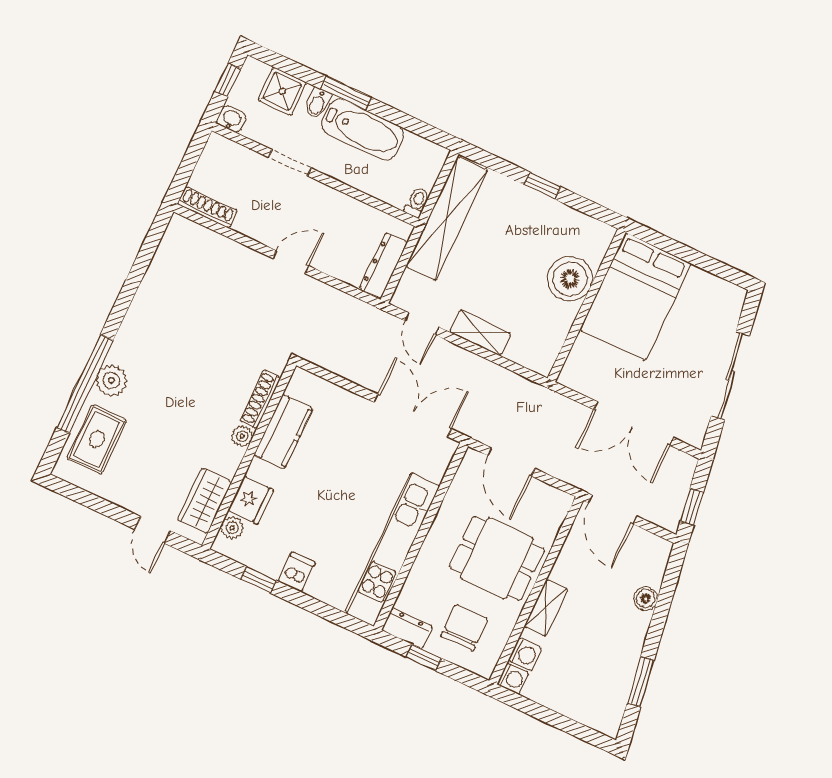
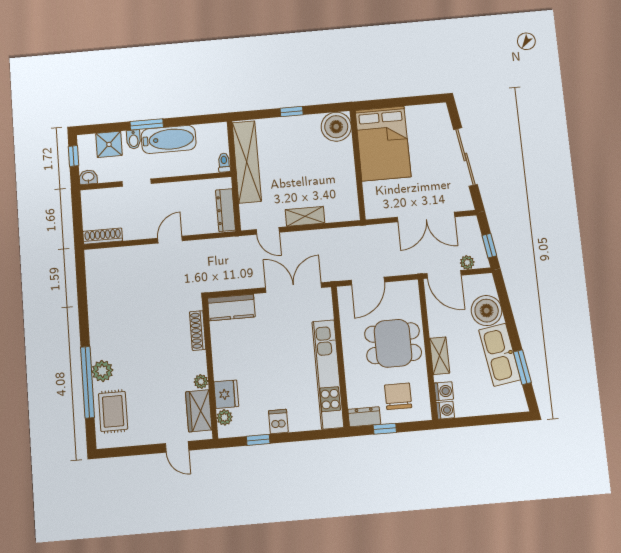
boiler: (570, 279) -> (336, 127), moved
kitchen counter: (283, 432) -> (231, 307), moved, turned 90
plant: (242, 436) -> (201, 382), moved
door: (511, 462) -> (368, 281), hinge flipped
plant: (651, 512) -> (467, 262), added
boiler: (646, 599) -> (487, 311), width x1.86, depth x1.86
kitchen sink: (622, 650) -> (500, 355), added

